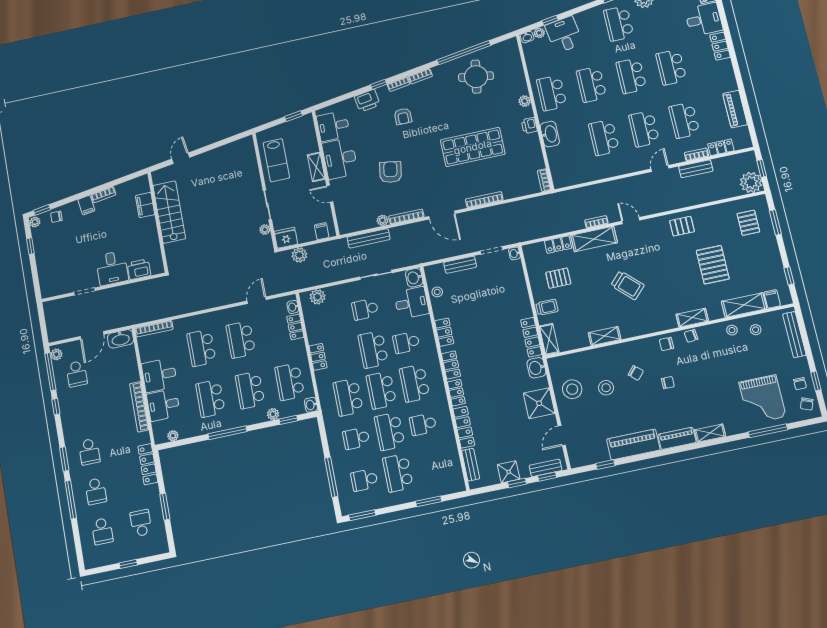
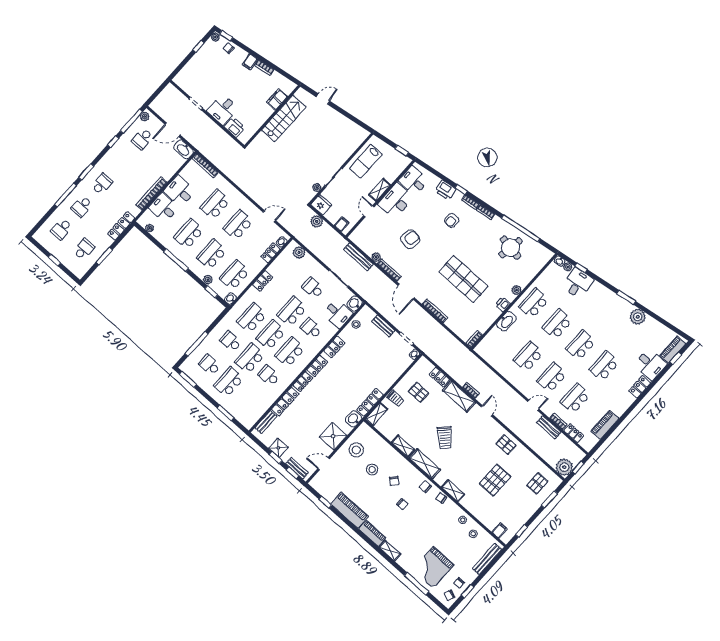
school desk: (619, 24) -> (610, 313), removed
shelving: (744, 305) -> (425, 464), moved
school desk: (89, 452) -> (102, 184), turned 180

